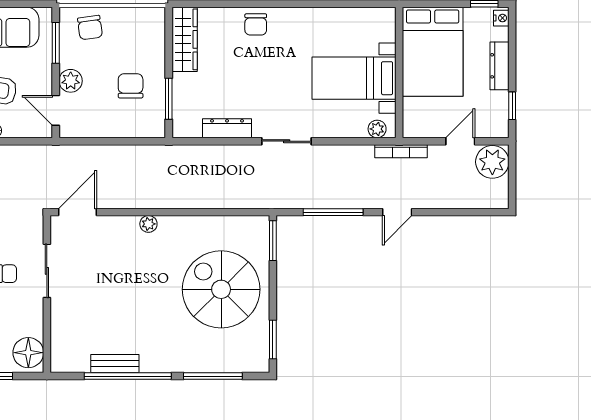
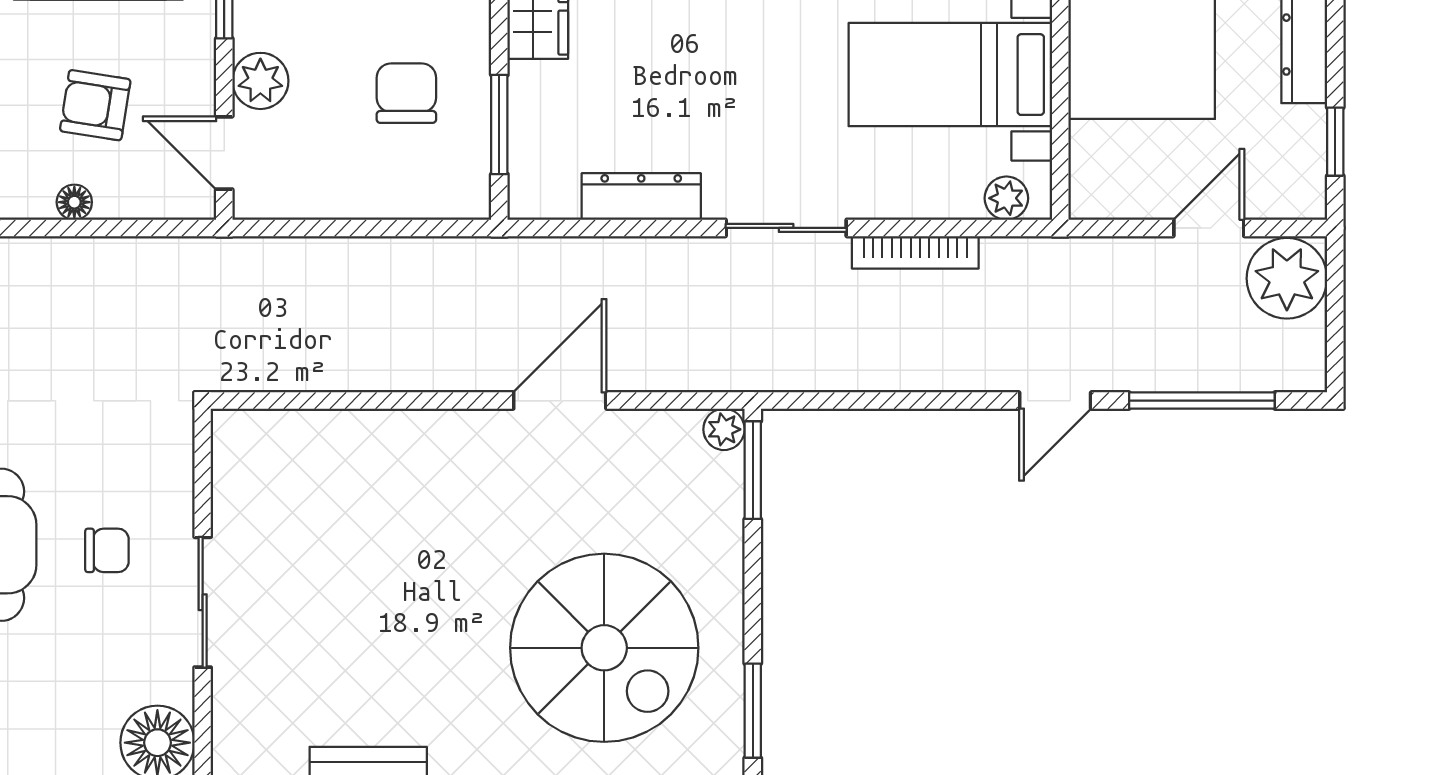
bookcase: (401, 151) -> (915, 252), moved
door: (77, 212) -> (560, 401), moved
window: (333, 212) -> (1202, 401), moved
plant: (148, 224) -> (724, 429), moved
sliding door: (47, 271) -> (203, 602), moved
spiral stairs: (221, 289) -> (604, 648), moved, turned 180

